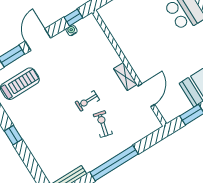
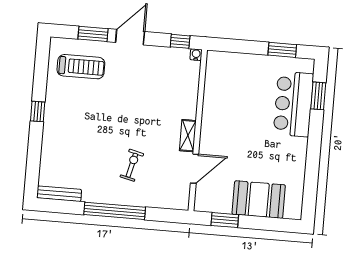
water cooler: (72, 30) -> (196, 55), moved
exercise bike: (87, 101) -> (134, 132), removed

